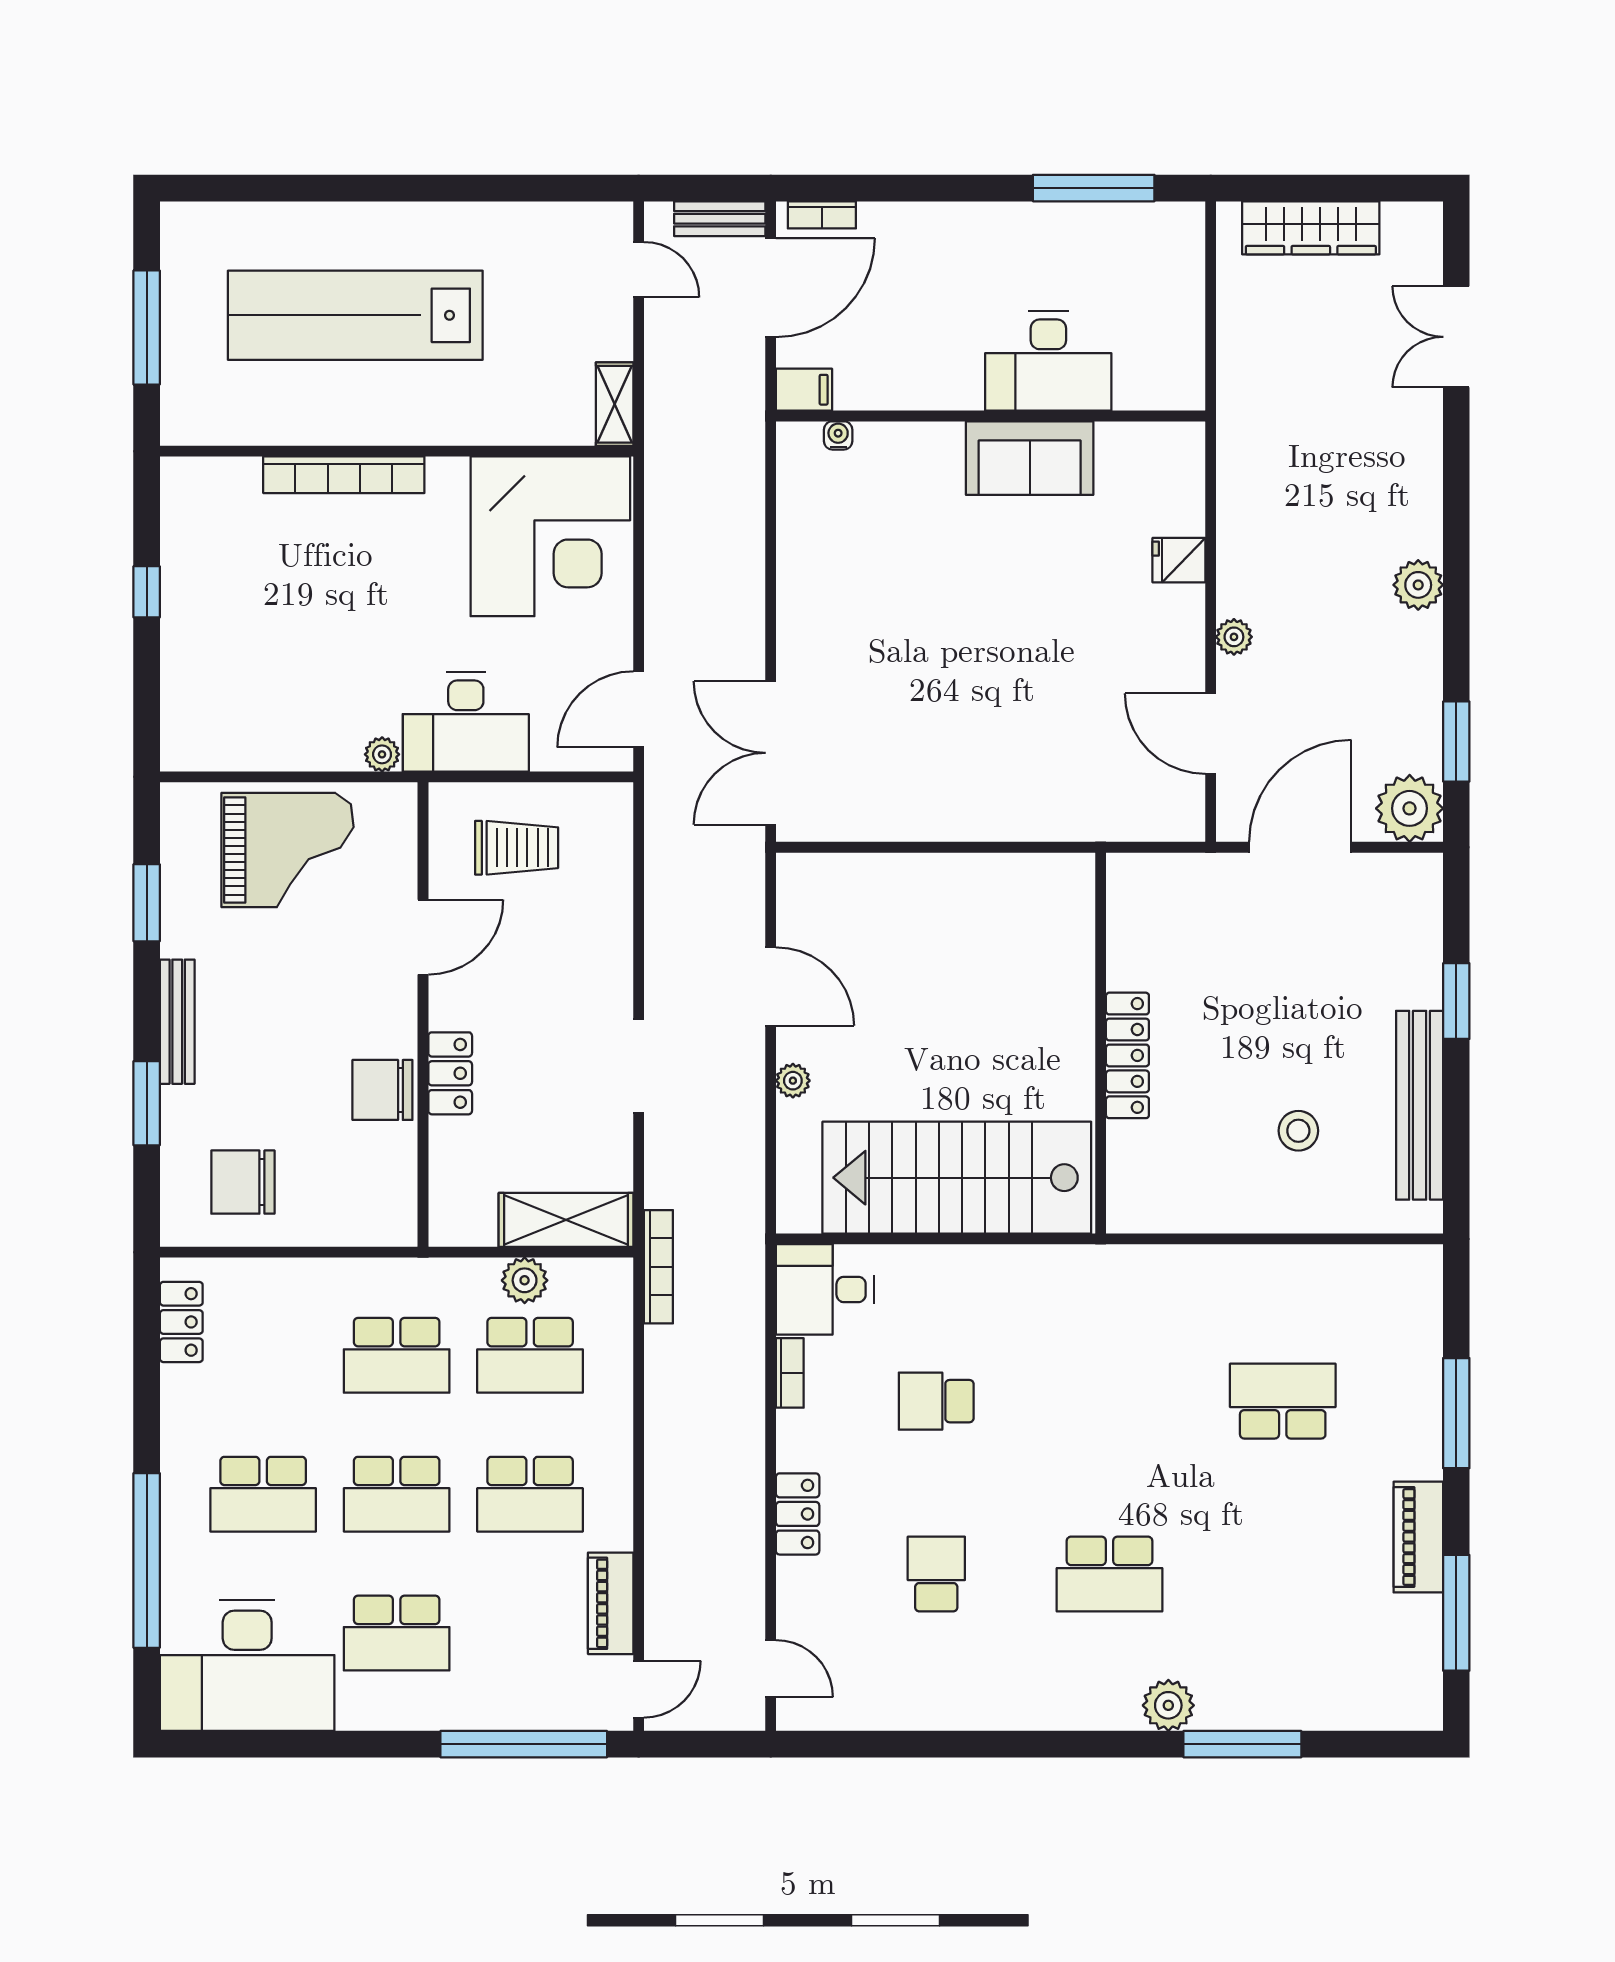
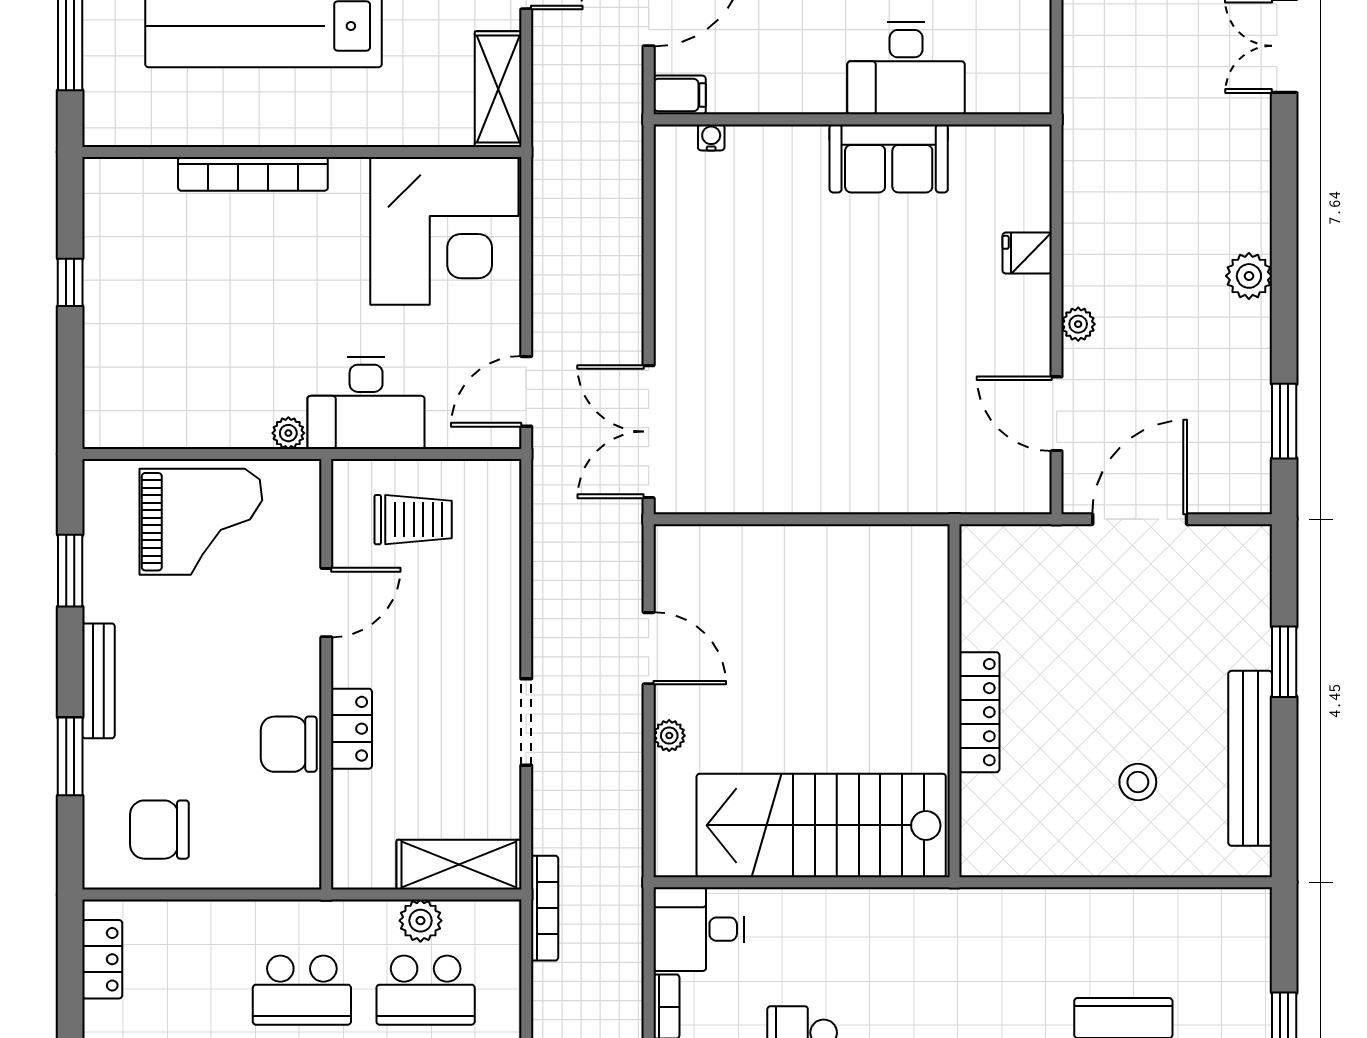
shelving: (615, 404) -> (498, 89), width x1.50, depth x1.33
plant: (1410, 808) -> (1241, 483), removed

